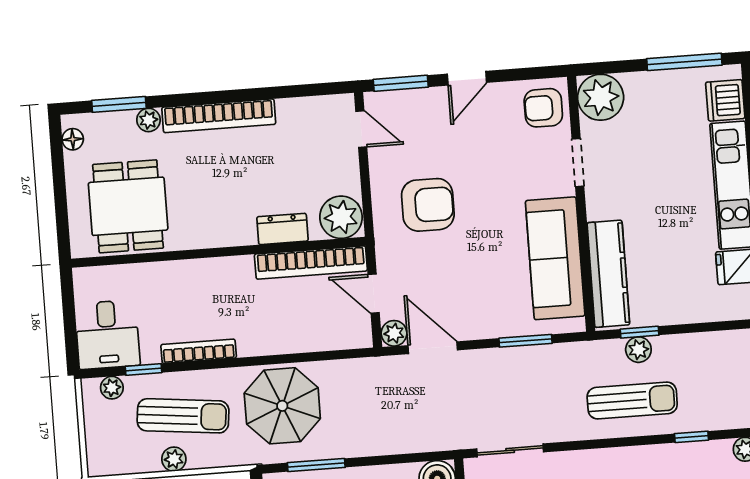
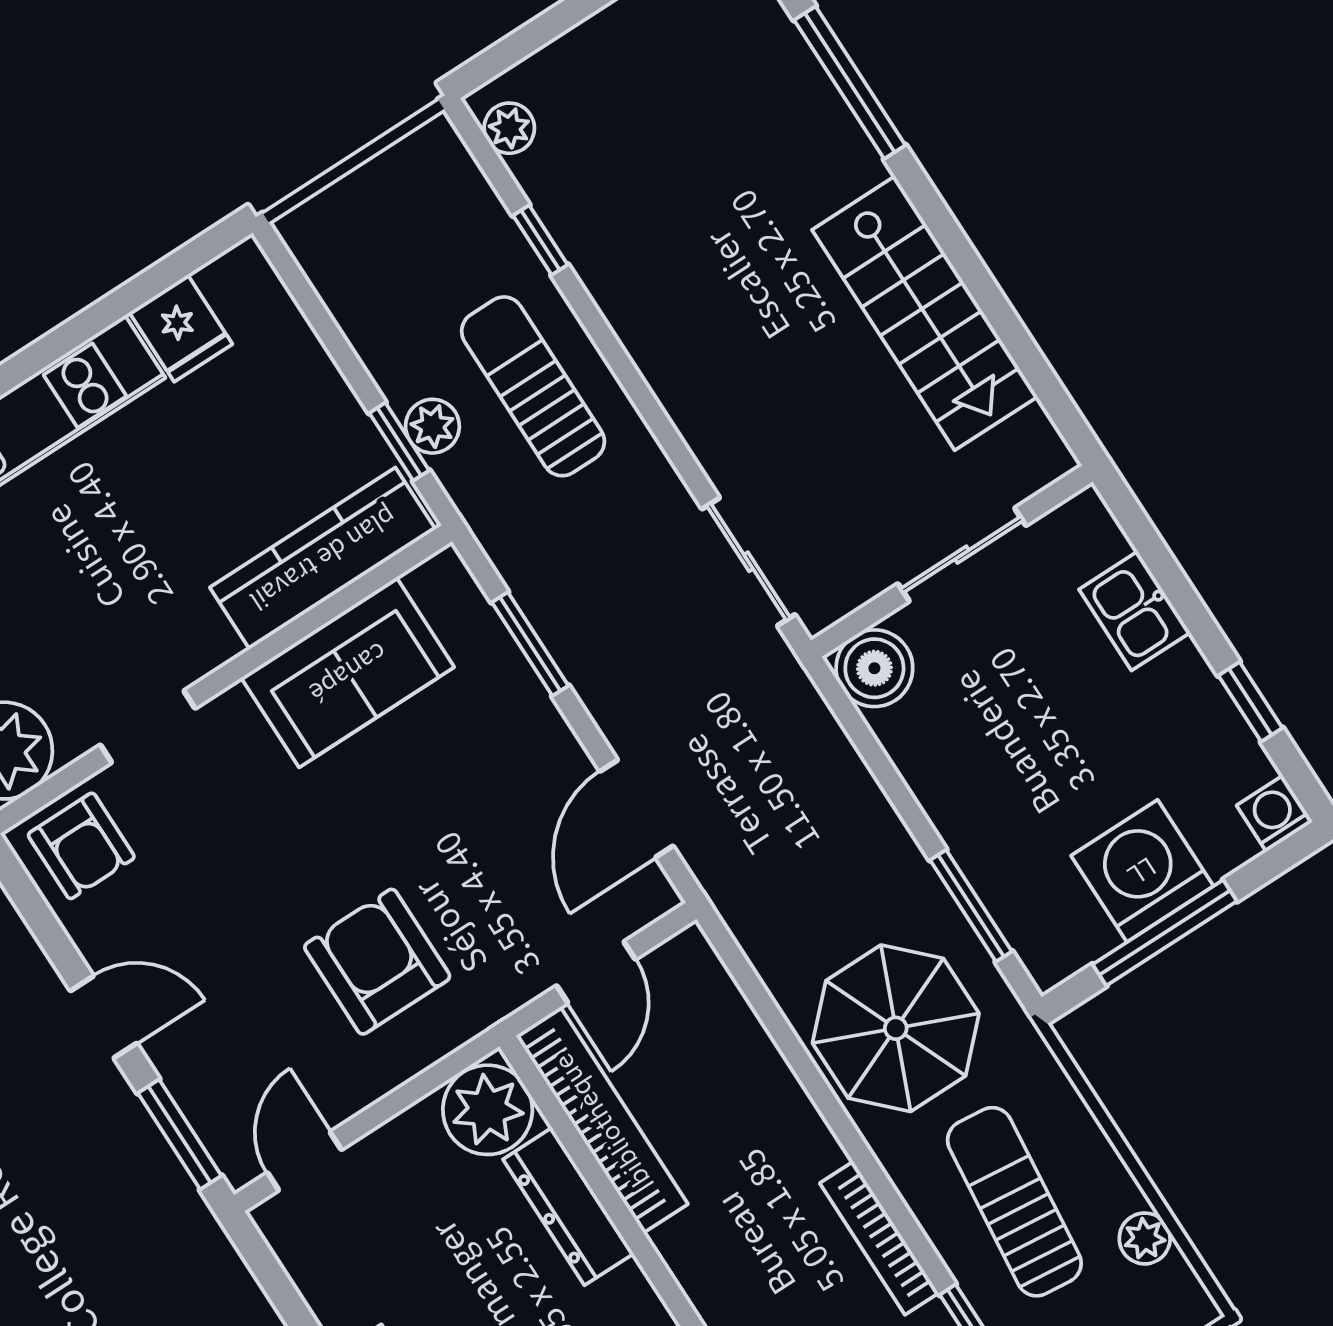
dresser: (282, 229) -> (568, 1206), width x1.44
sofa: (555, 258) -> (348, 672), width x0.73
plant: (394, 333) -> (649, 895), removed
plant: (174, 459) -> (1145, 1238), moved

